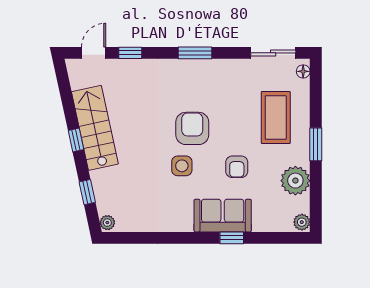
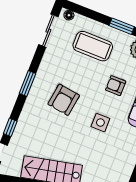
armchair: (192, 128) -> (64, 100), moved, turned -82
armchair: (237, 167) -> (116, 86), turned 180

